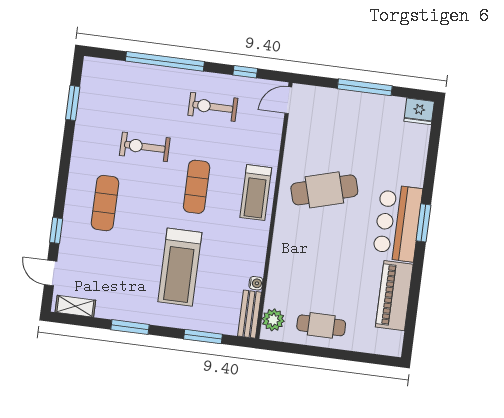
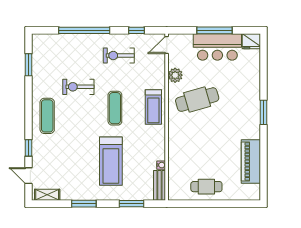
exercise mat: (105, 203) -> (47, 116), moved
bar counter: (398, 223) -> (217, 47), moved, turned -90
plant: (273, 320) -> (175, 75), moved

